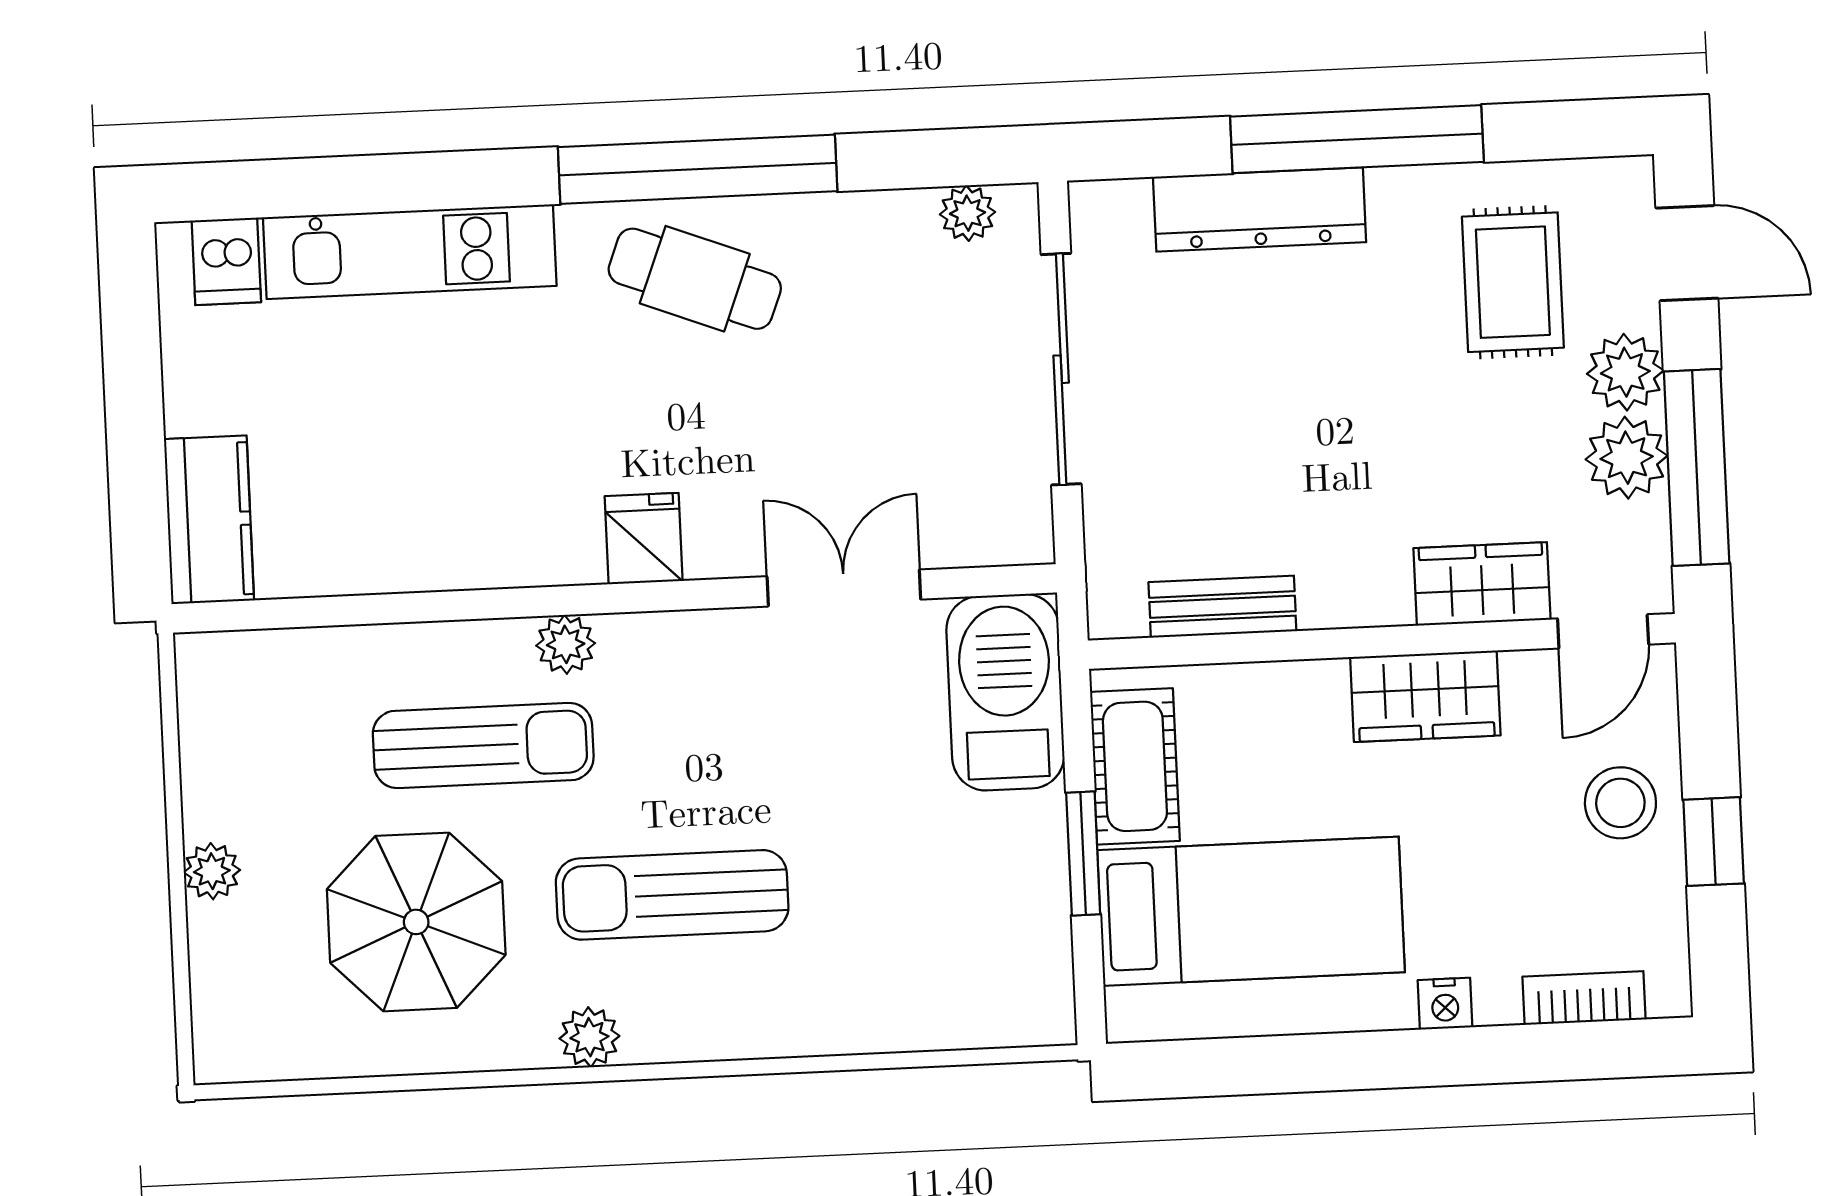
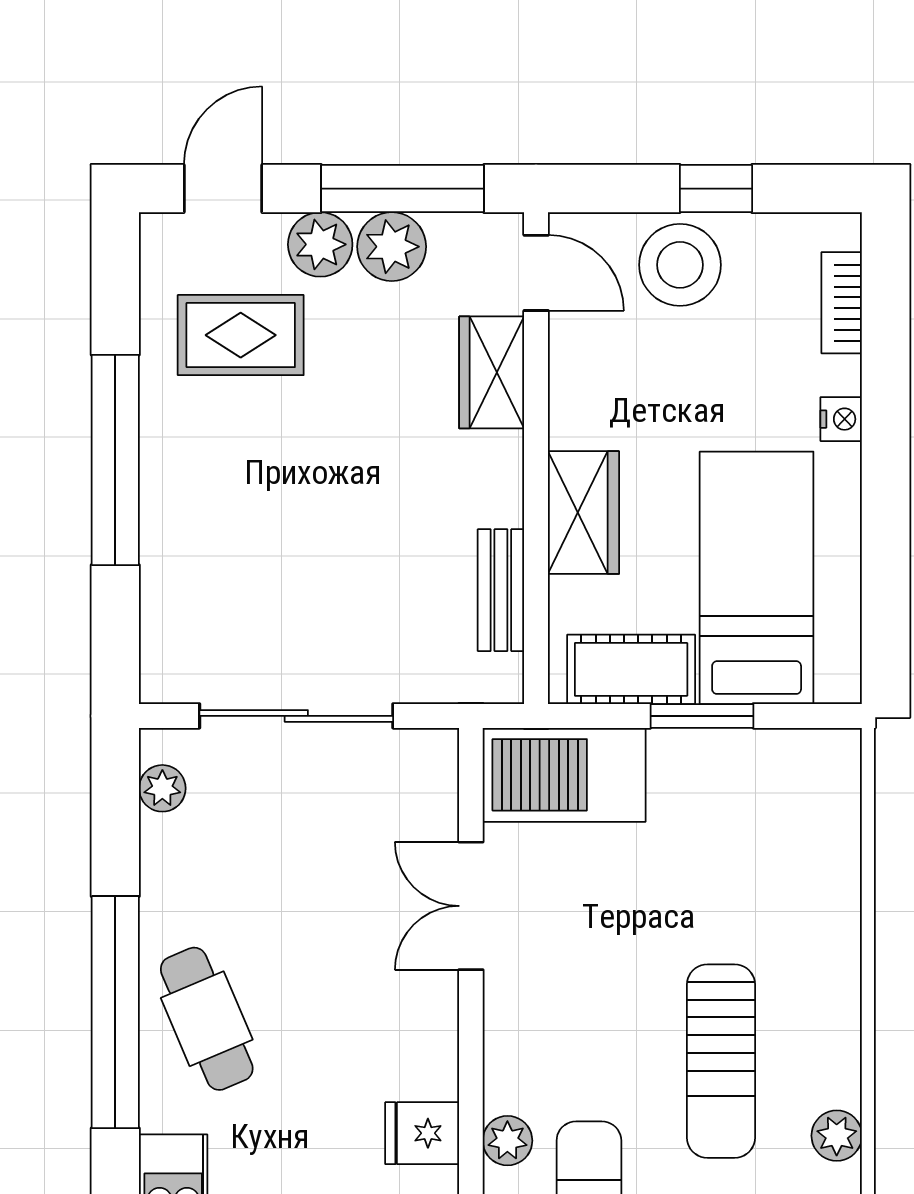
dresser: (1260, 210) -> (170, 544), removed
cafe table: (695, 279) -> (207, 1019), turned -44
fridge: (644, 539) -> (422, 1133), moved
wardrobe: (1425, 696) -> (584, 513), moved
stool: (1620, 803) -> (680, 265), width x1.38, depth x1.38

